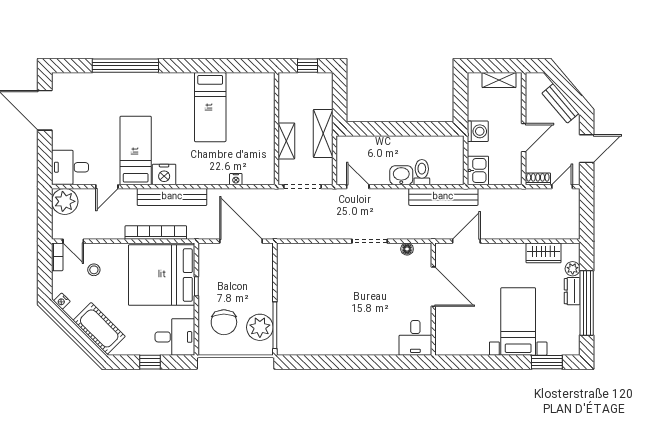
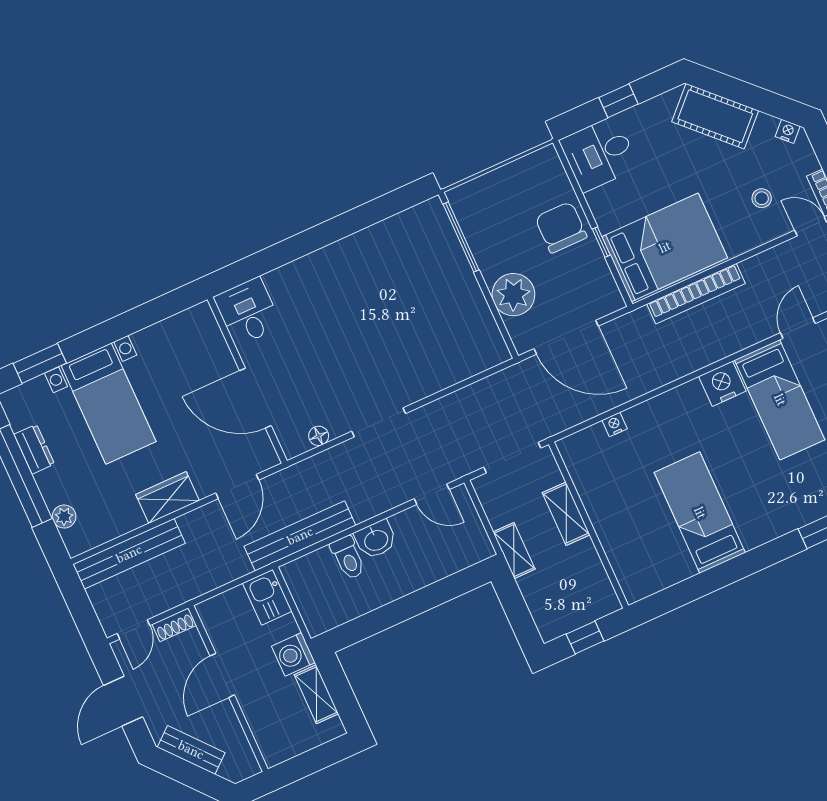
shelving: (499, 80) -> (316, 694), moved, turned 90
shelving: (323, 133) -> (514, 551), width x0.67, depth x0.75
bench: (172, 197) -> (129, 554), moved
wardrobe: (544, 253) -> (167, 498), moved
bed: (162, 275) -> (665, 247), width x0.73
dresser: (572, 291) -> (34, 449), moved
chair: (224, 322) -> (561, 227), moved
plant: (260, 327) -> (513, 295), moved

